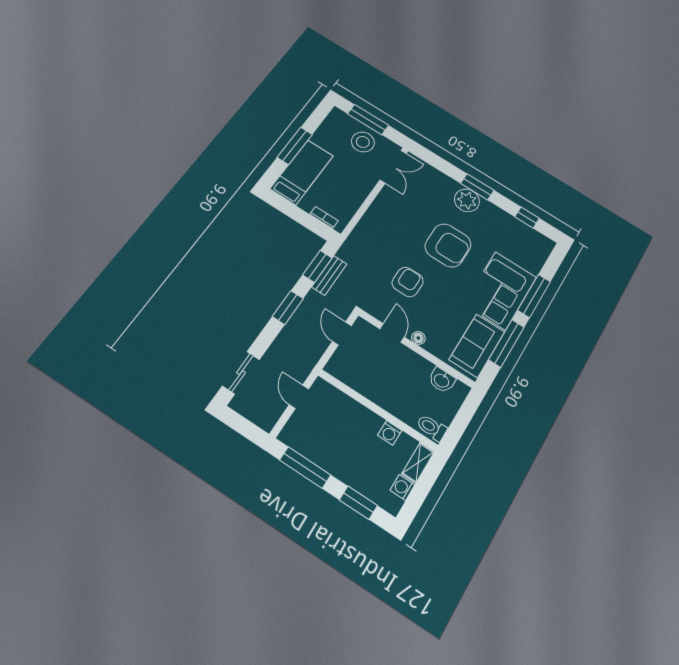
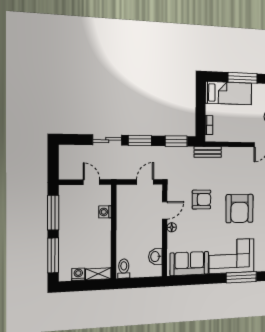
bench: (329, 275) -> (208, 152), moved
window: (506, 343) -> (202, 279), removed
sliding door: (241, 373) -> (107, 140), moved
door: (299, 397) -> (91, 182), hinge flipped
washing machine: (390, 433) -> (105, 212), moved
window: (358, 503) -> (53, 255), width x1.44

